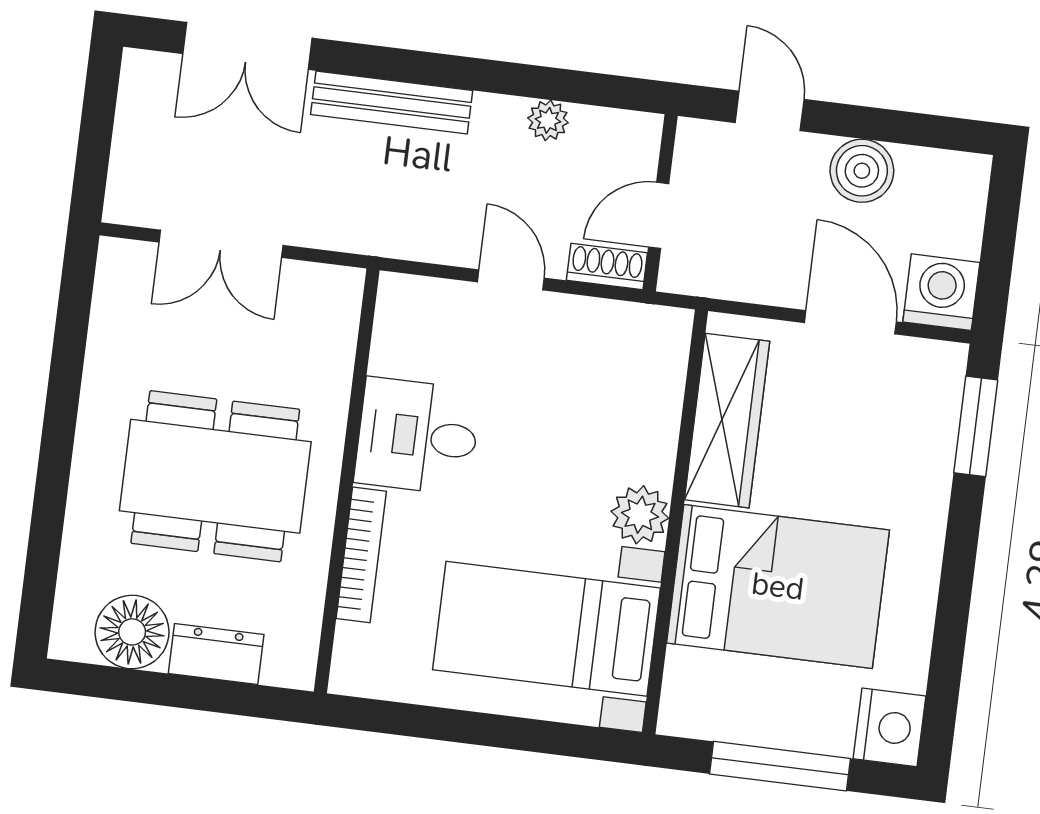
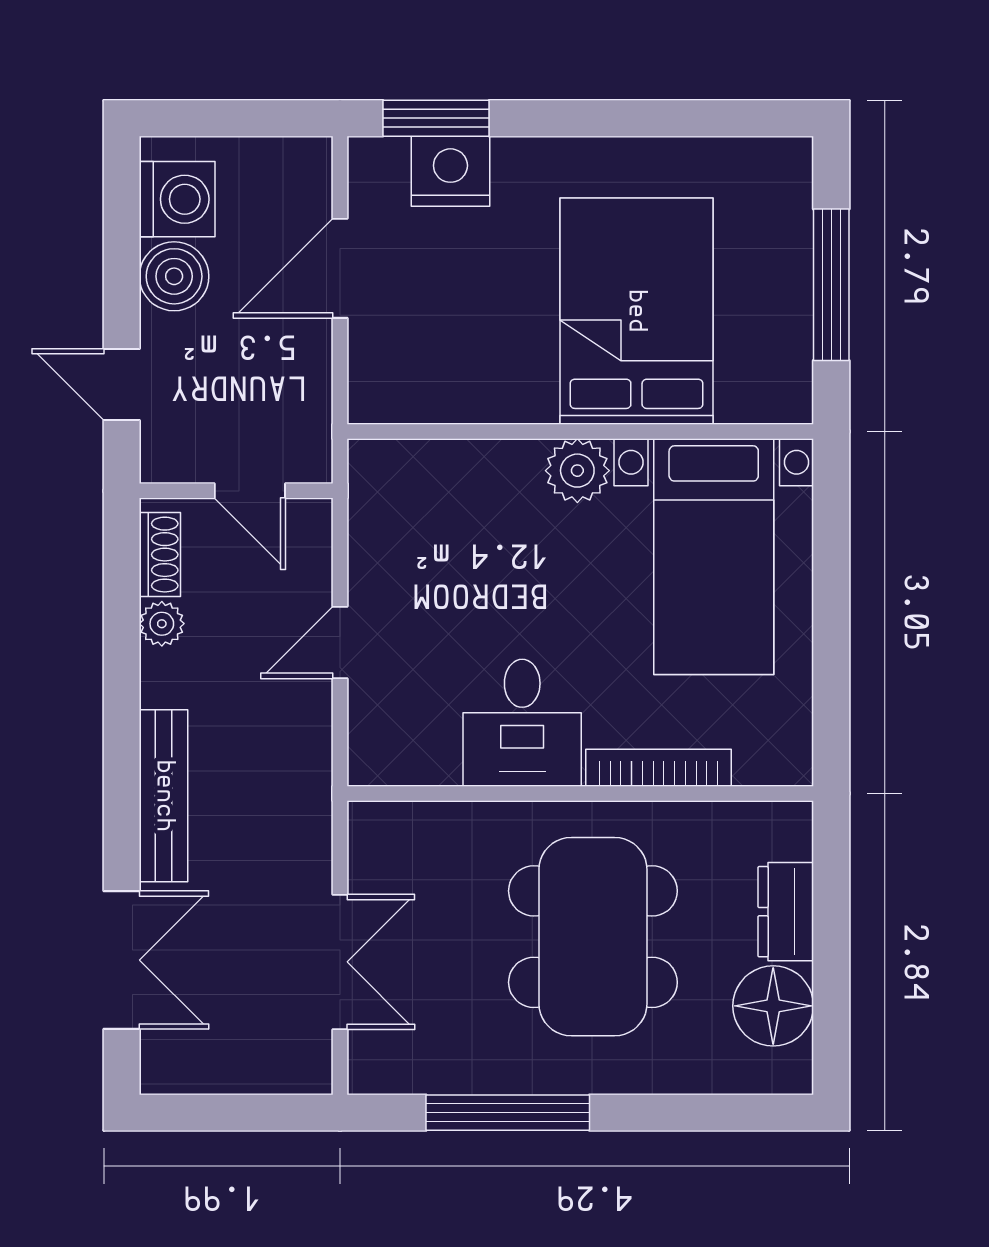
door: (770, 111) -> (122, 384), hinge flipped
shoe rack: (607, 266) -> (160, 555), moved, turned 180
washing machine: (941, 292) -> (177, 199), moved, turned 180
window: (65, 379) -> (508, 1113), added
wardrobe: (727, 421) -> (463, 389), removed
nightstand: (889, 727) -> (450, 171), moved

